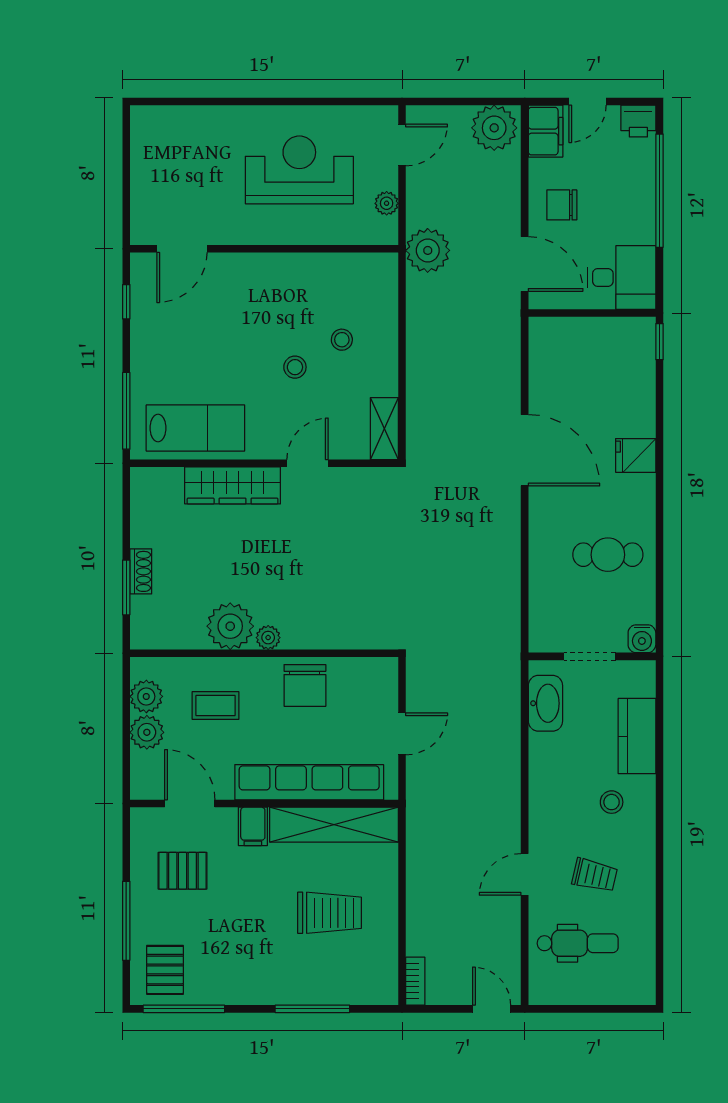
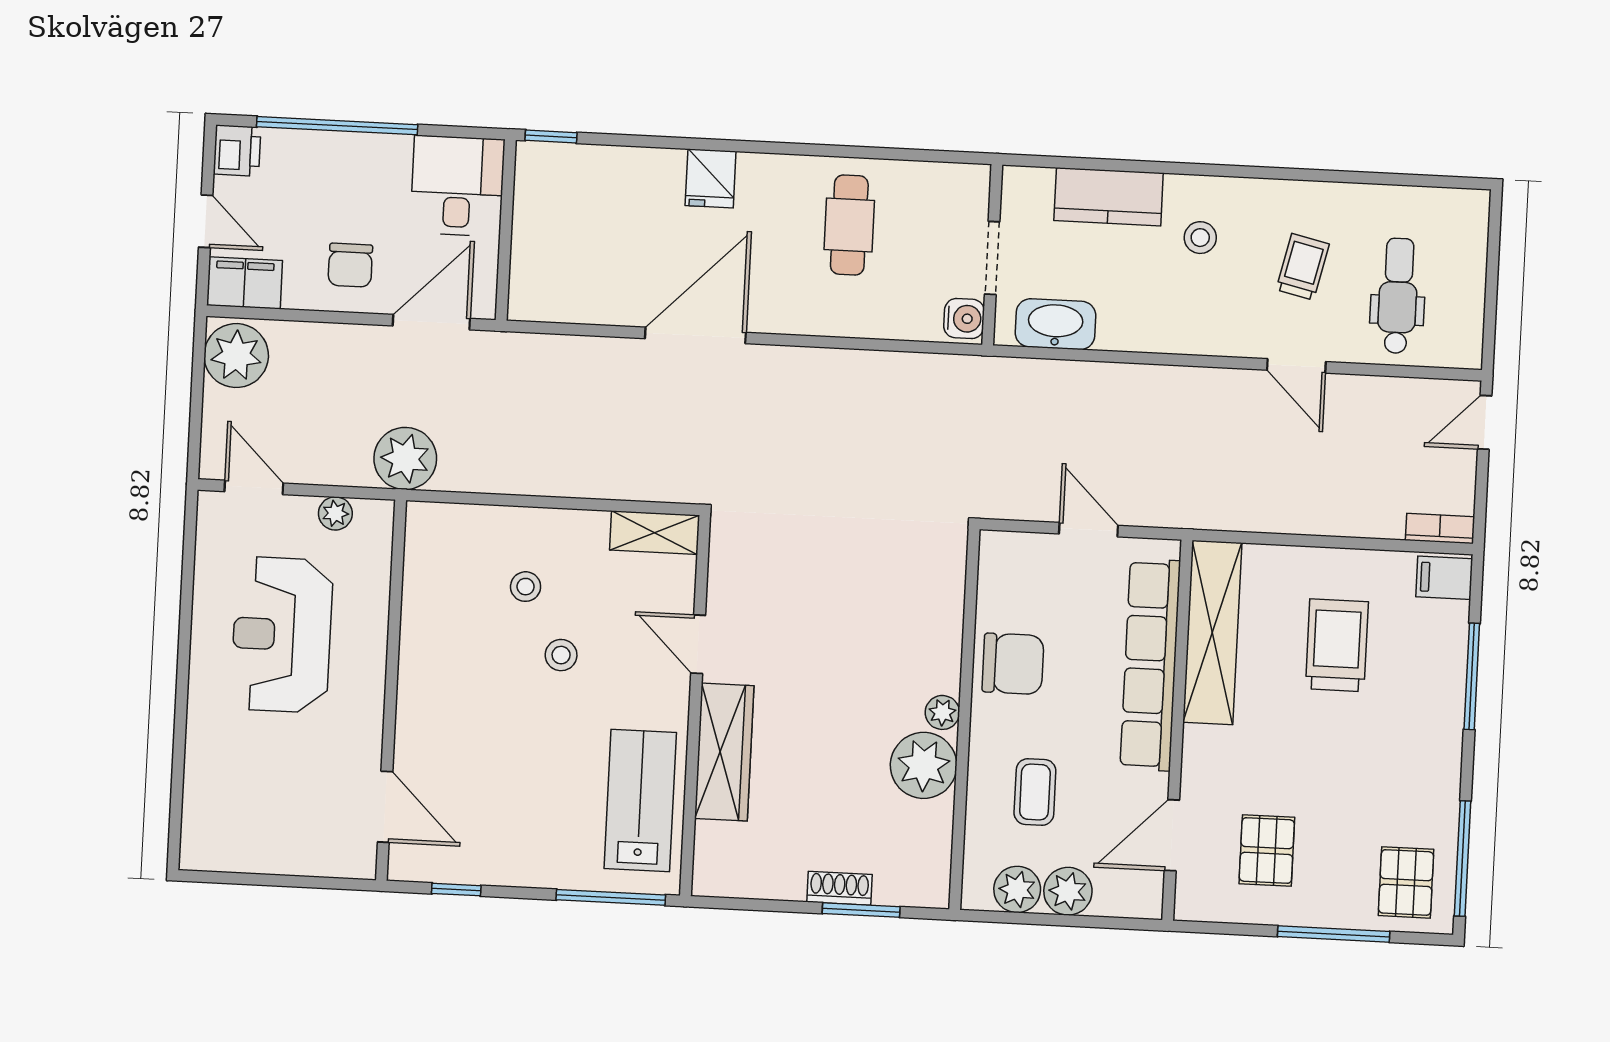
water cooler: (642, 639) -> (964, 319), moved
filing cabinet: (253, 826) -> (1444, 578), moved, turned 180
pallet: (165, 970) -> (1406, 882), turned 90

